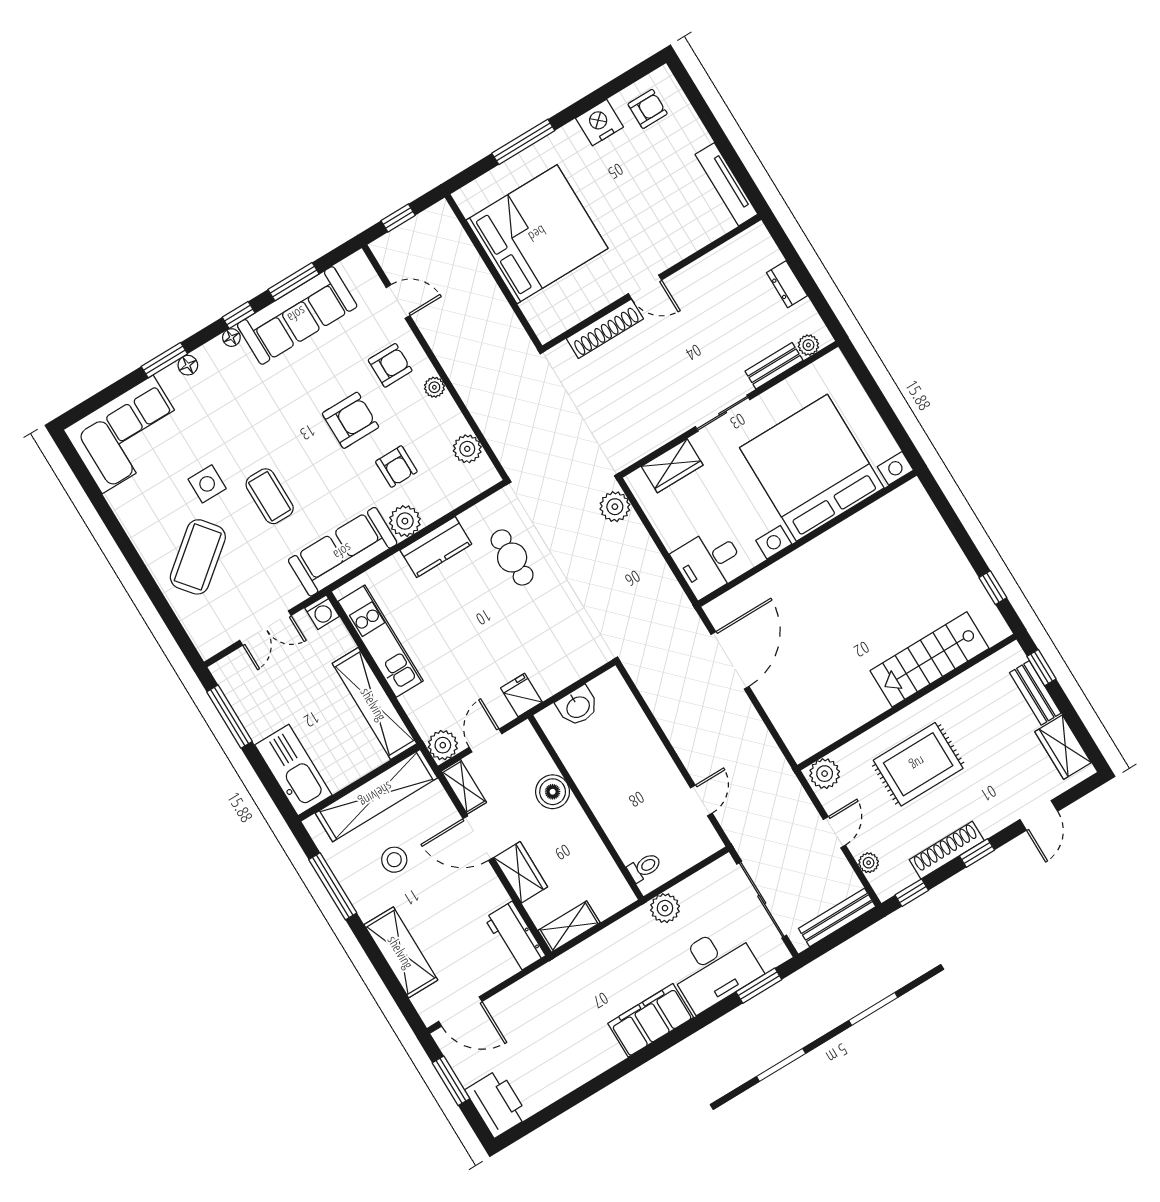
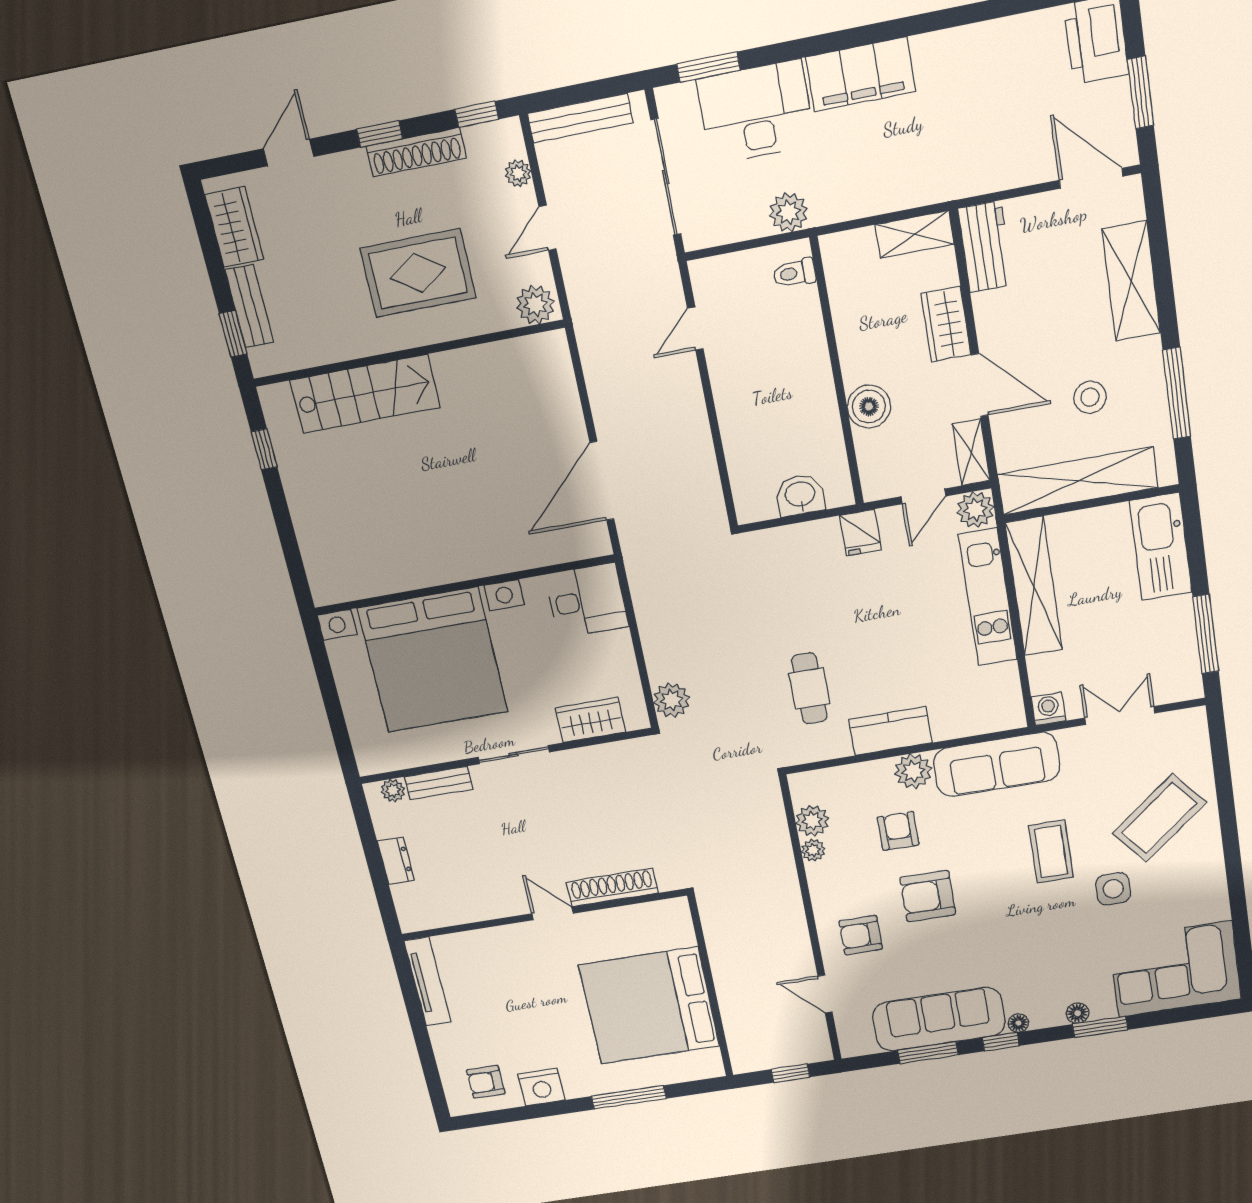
plant: (434, 387) -> (813, 850), moved
kitchen unit: (381, 641) -> (988, 597), moved

